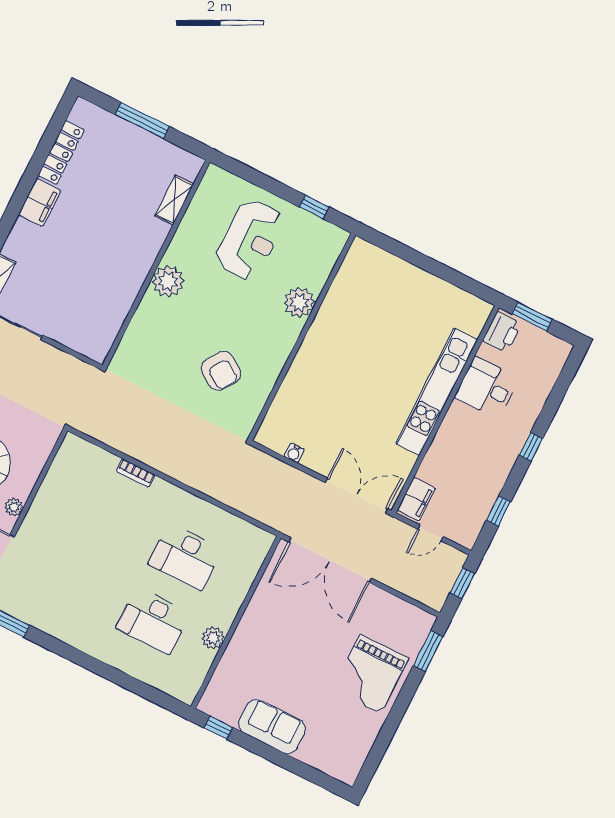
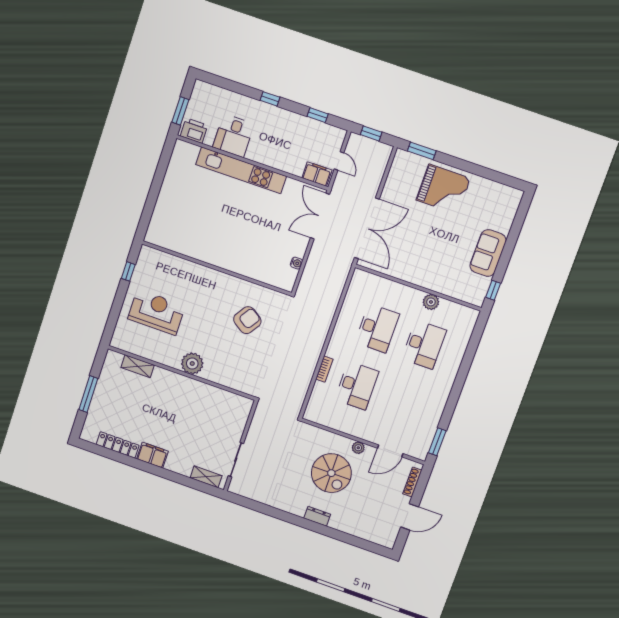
plant: (299, 302) -> (194, 273), removed
desk: (106, 517) -> (357, 386), added

